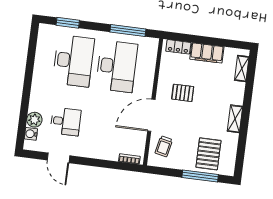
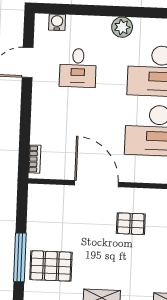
pallet: (183, 93) -> (131, 224), turned 90
plant: (34, 120) -> (122, 27), moved
trolley: (164, 146) -> (56, 204), removed

